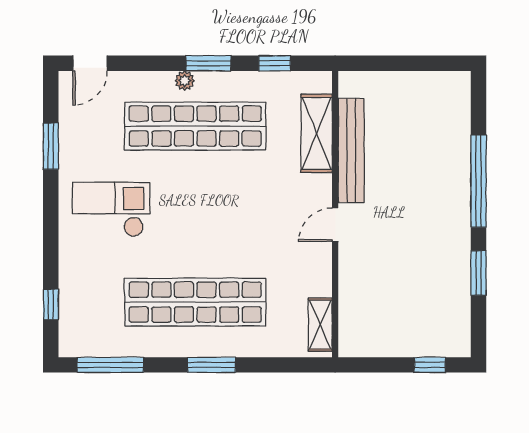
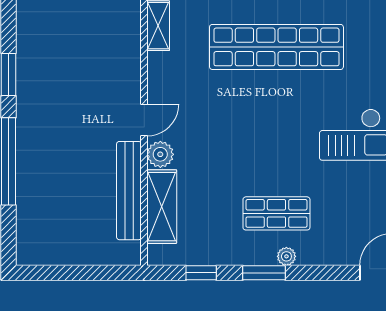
shop shelf: (195, 126) -> (276, 213), width x0.50, depth x0.74
plant: (318, 189) -> (160, 154), added

